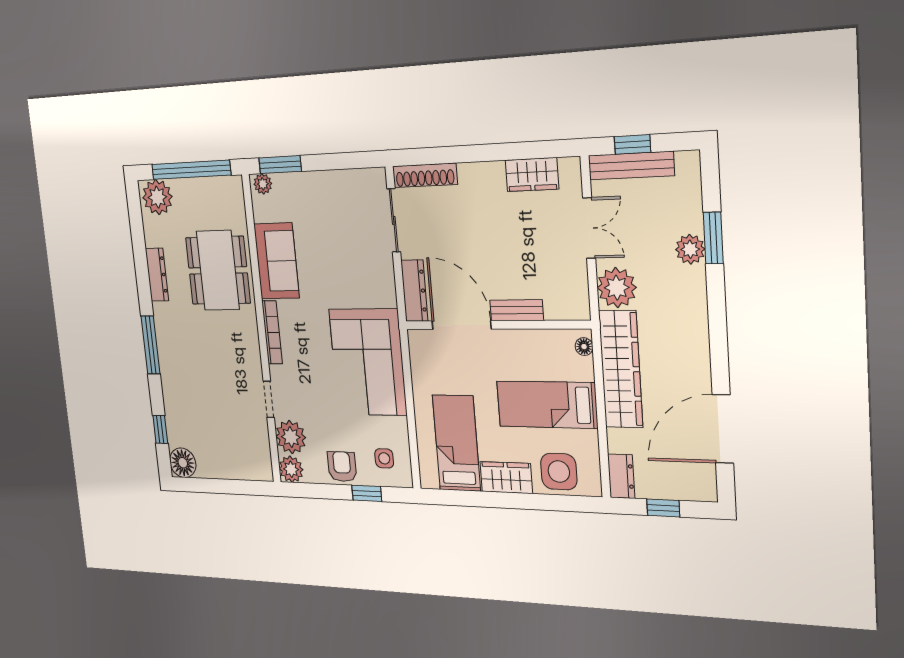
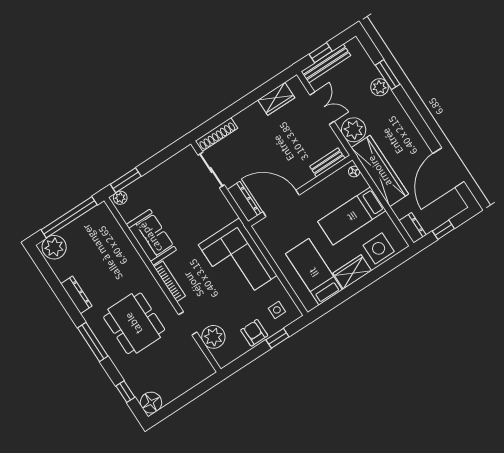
dining table: (218, 270) -> (134, 323), moved
bench: (517, 310) -> (327, 162), moved
plant: (291, 469) -> (224, 357), removed

